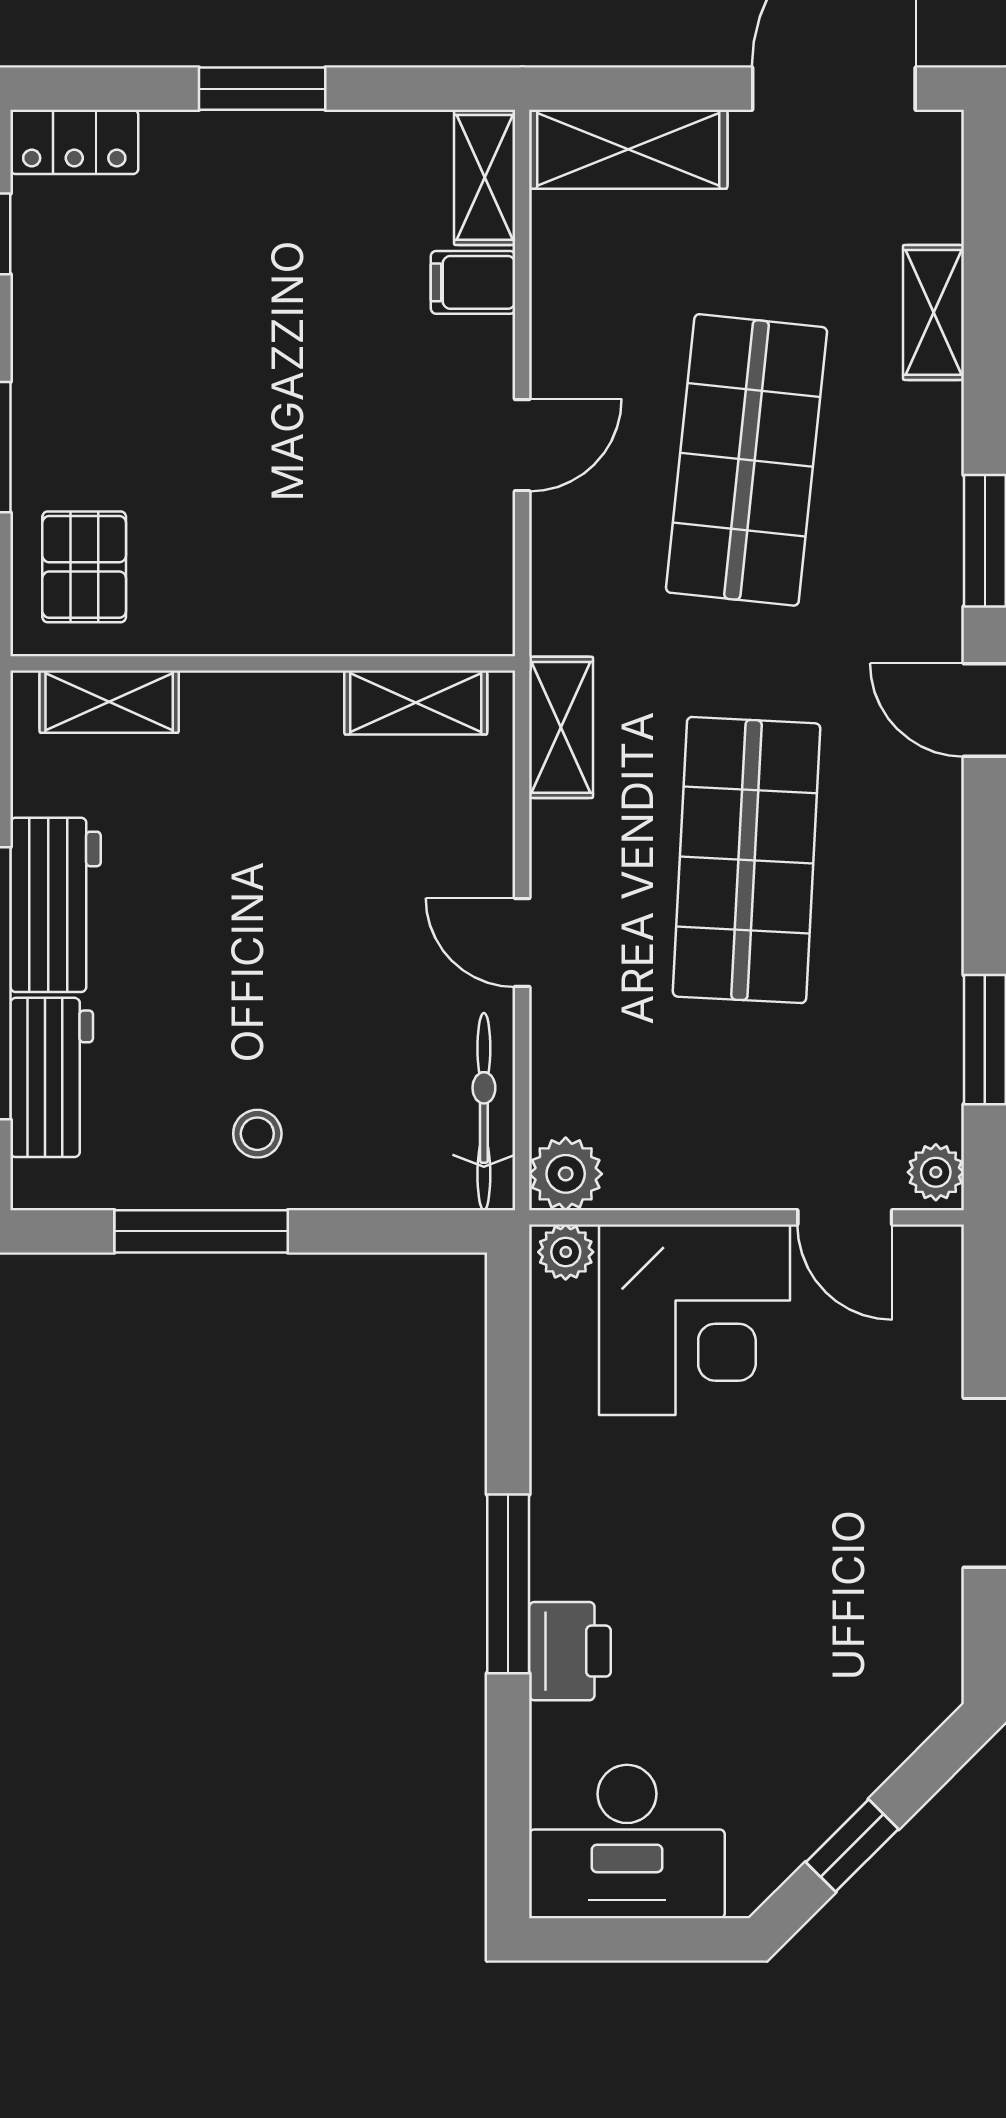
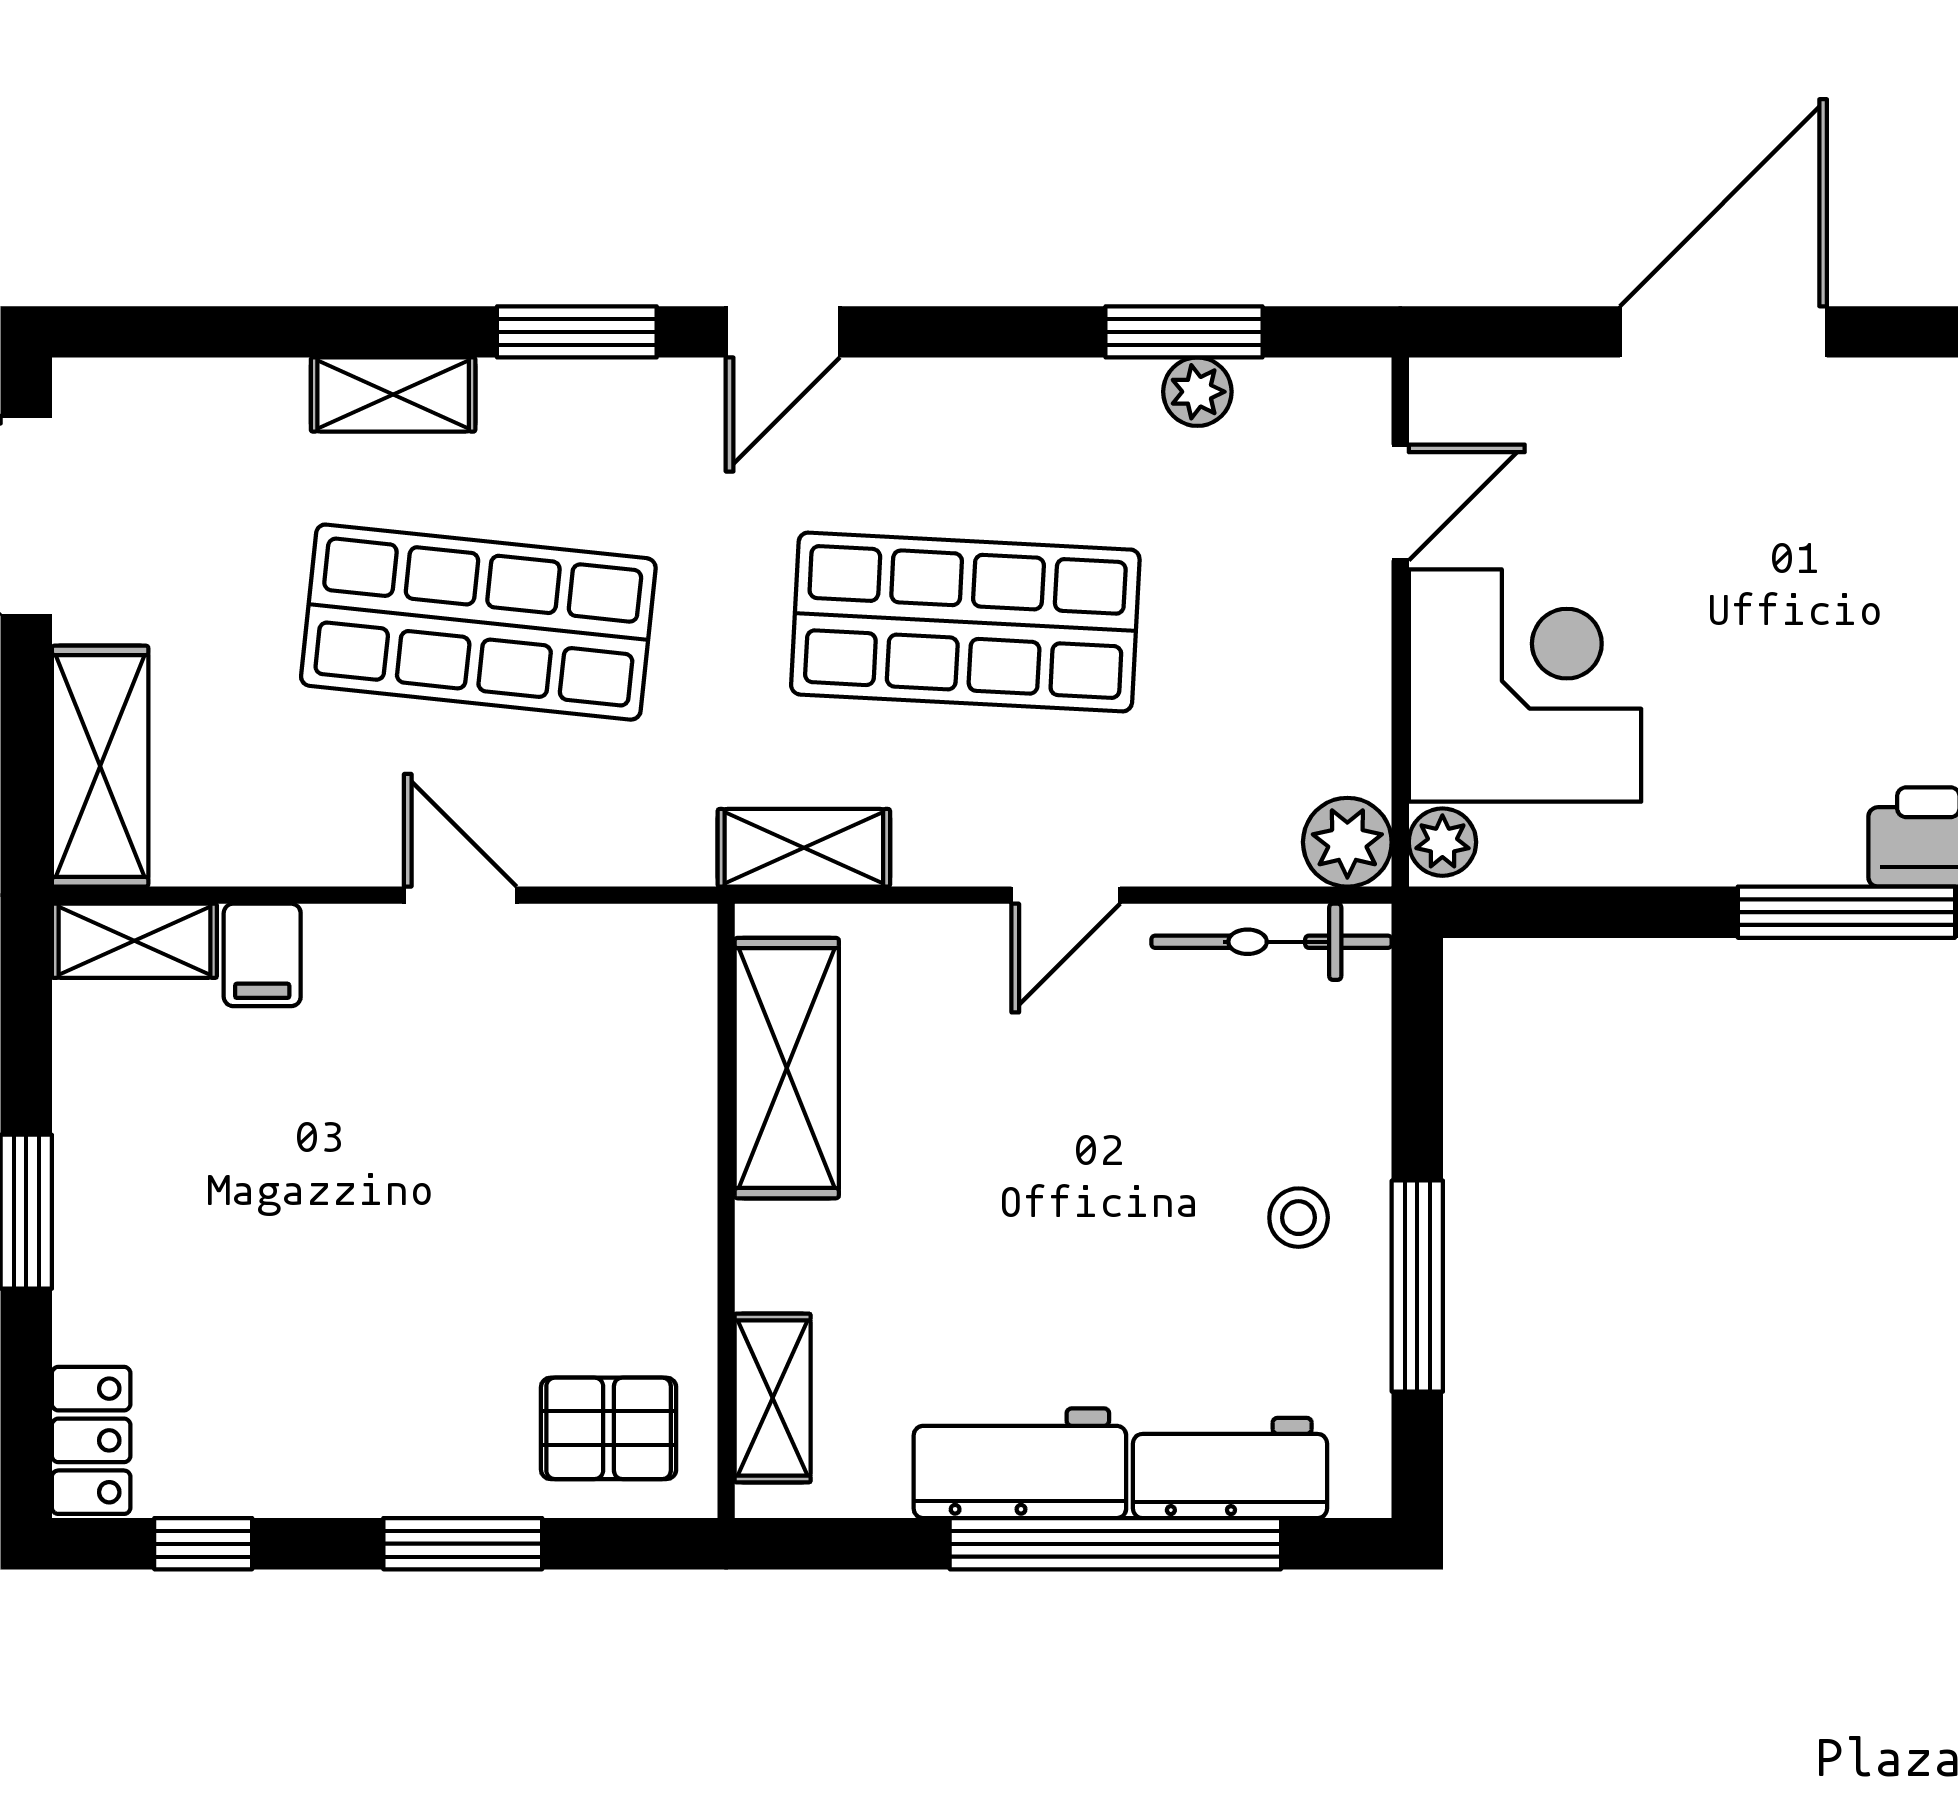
shelving: (933, 312) -> (393, 395), moved
shelving: (416, 703) -> (787, 1068), width x1.50, depth x1.33
plant: (936, 1172) -> (1197, 392), moved

